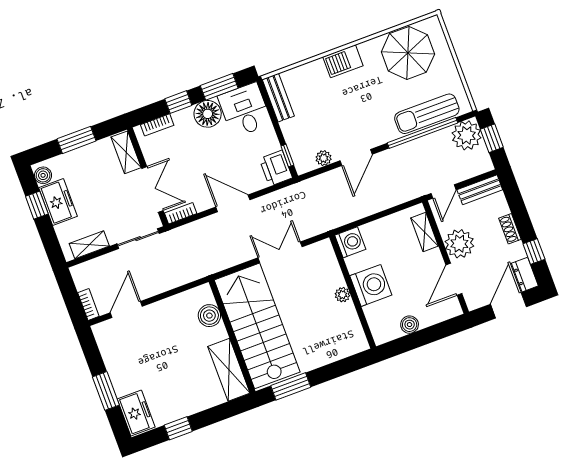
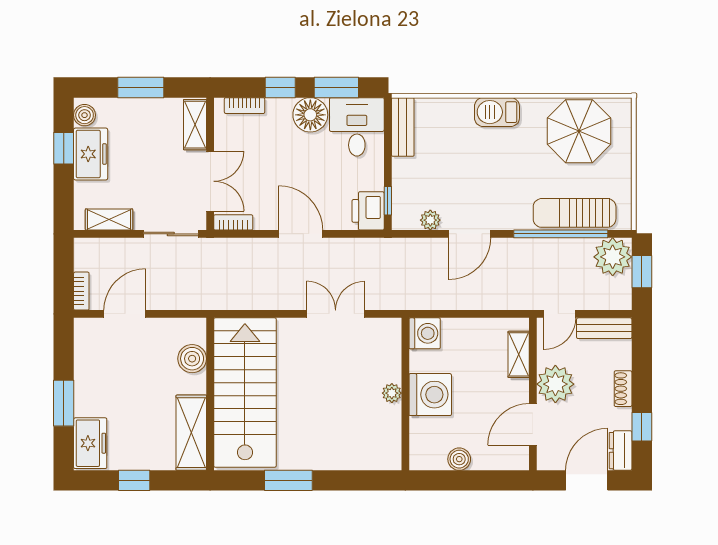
boiler: (209, 316) -> (192, 359), moved
stairs: (257, 326) -> (245, 393), moved
wall: (232, 337) -> (210, 394), moved
shelving: (229, 370) -> (191, 433), moved

